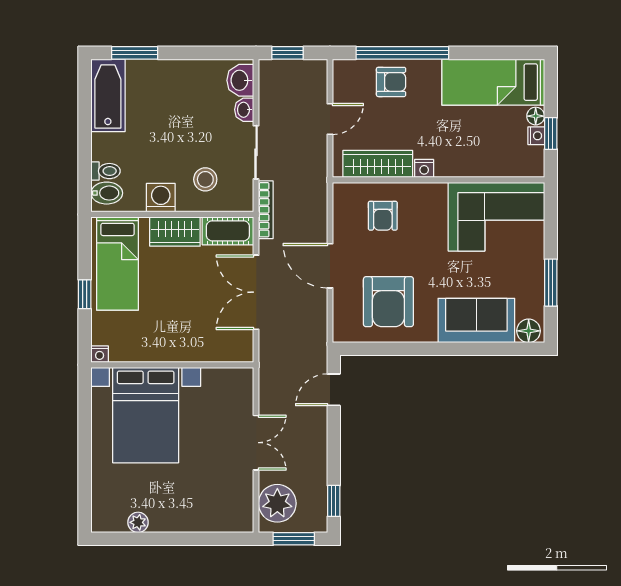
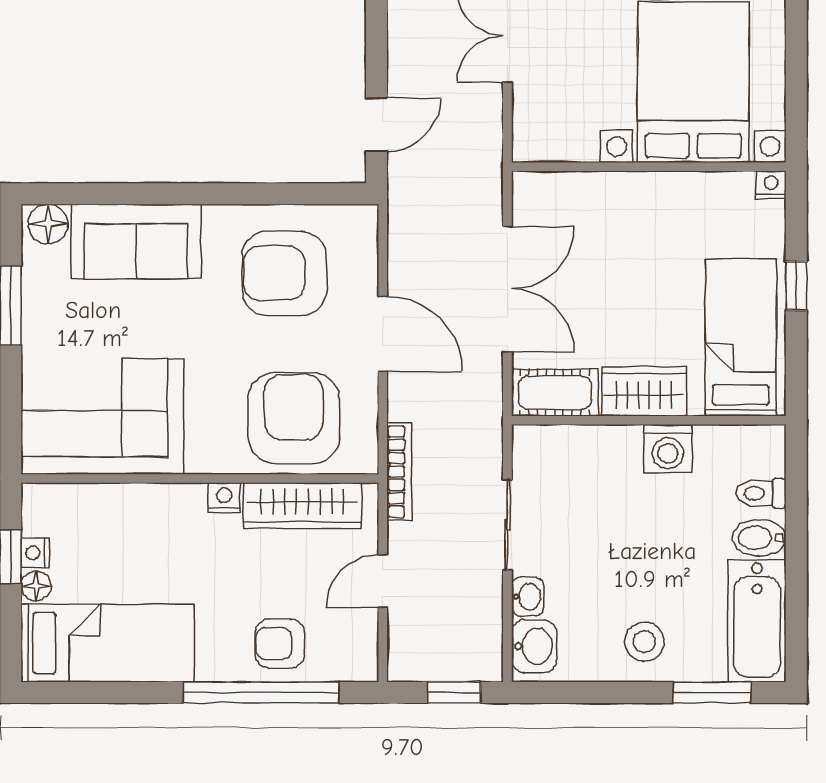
stool: (205, 179) -> (644, 642), moved
bidet: (107, 193) -> (759, 538), moved
bookcase: (266, 210) -> (399, 472), moved, turned 180
armchair: (383, 216) -> (294, 418), width x1.88, depth x1.88
armchair: (388, 302) -> (284, 273), turned -90

